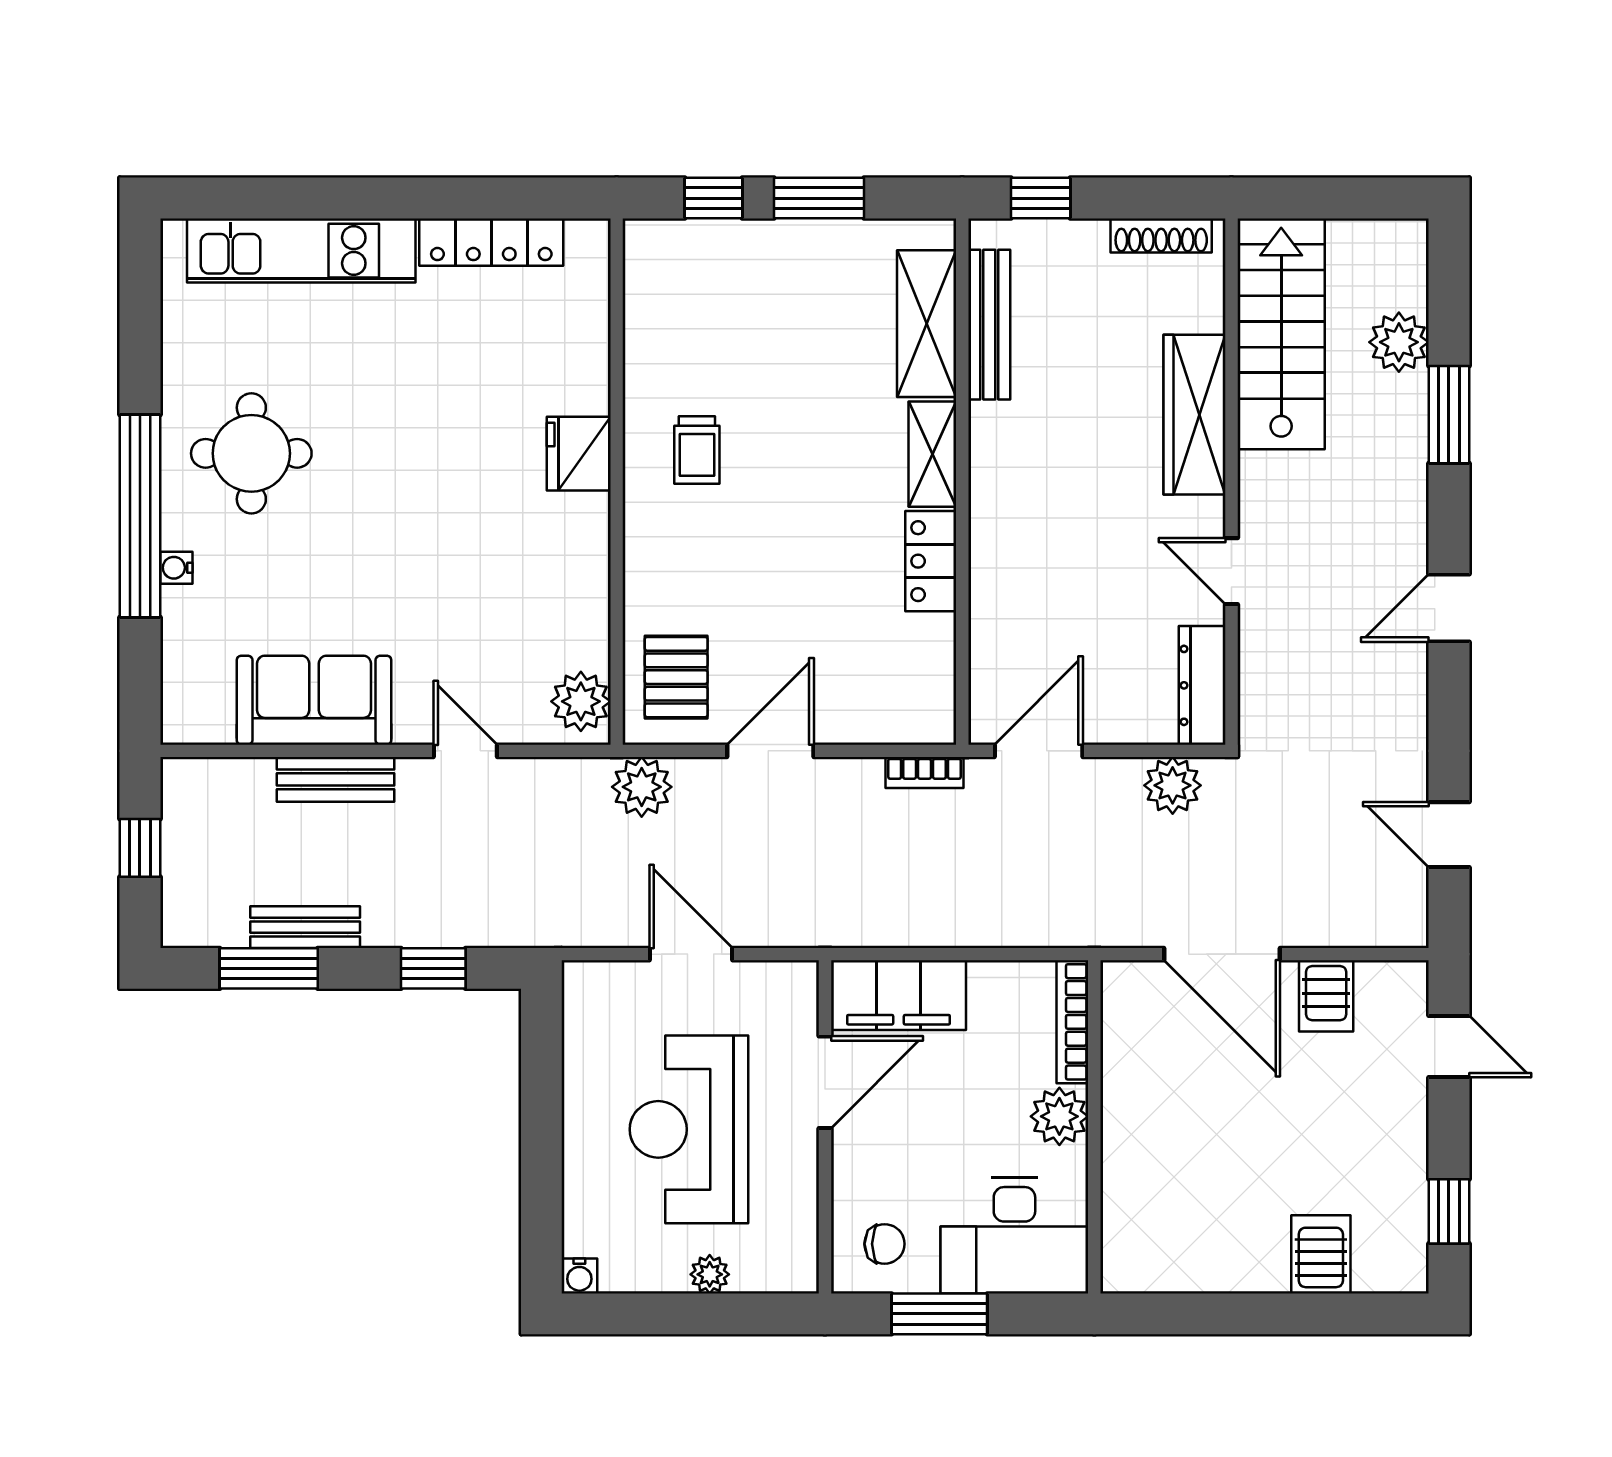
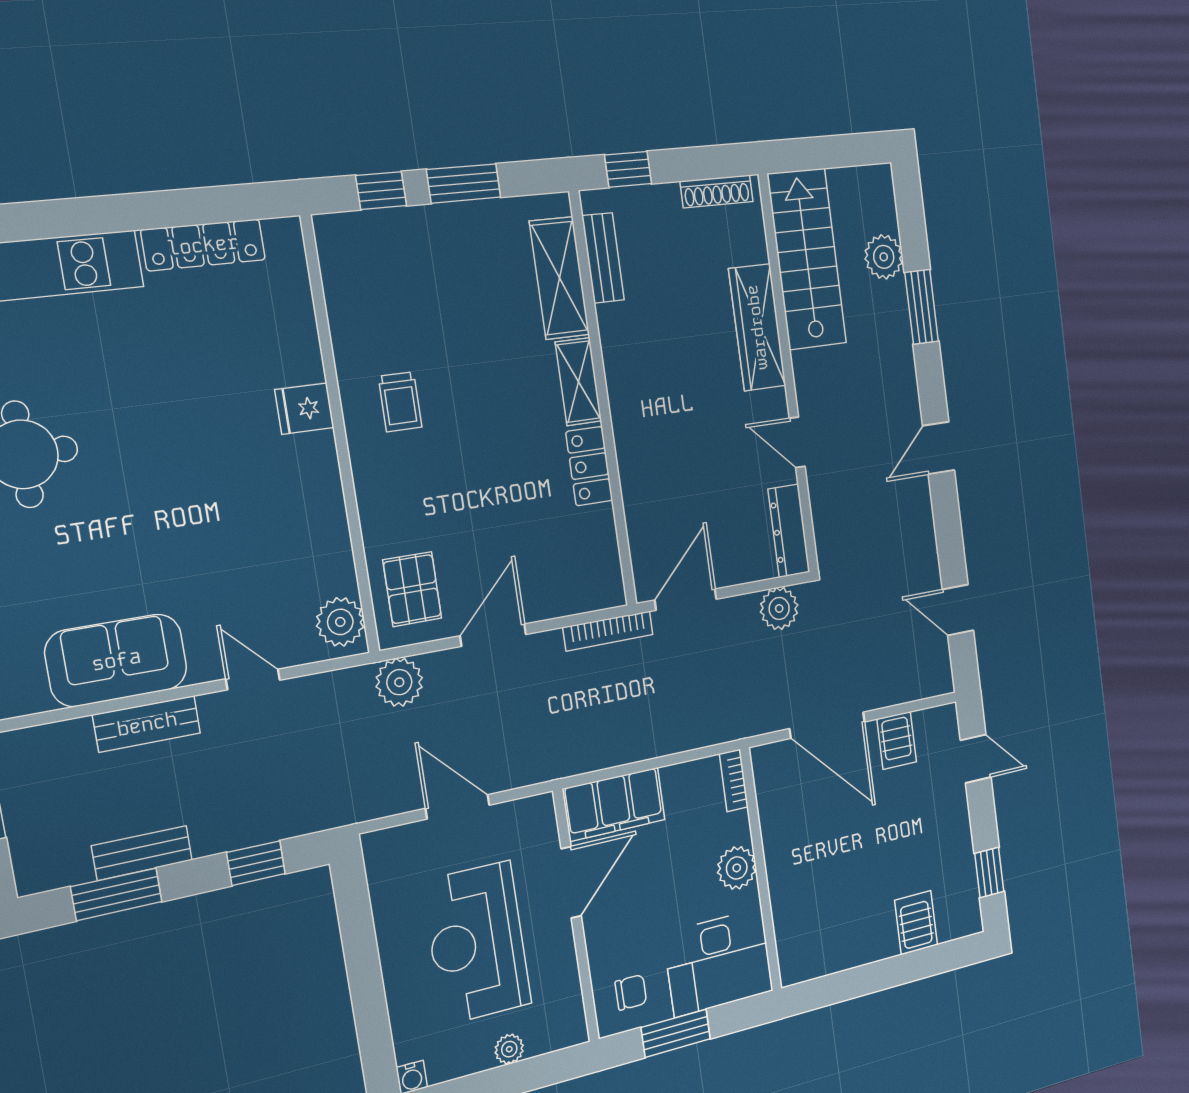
bench: (989, 325) -> (603, 258), width x0.73
fridge: (579, 454) -> (304, 409), width x0.72
bookcase: (925, 773) -> (608, 631), width x1.56
bookcase: (1072, 1022) -> (734, 780), width x0.64

